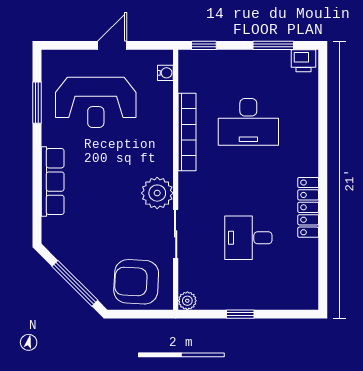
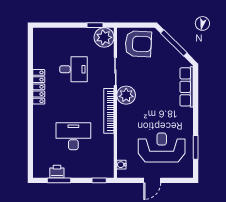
printer: (304, 61) -> (57, 172), moved
bookcase: (187, 132) -> (109, 111), moved
row of seats: (53, 182) -> (187, 87), moved
plant: (187, 301) -> (104, 37), width x1.87, depth x1.87
window: (240, 314) -> (95, 25), moved

